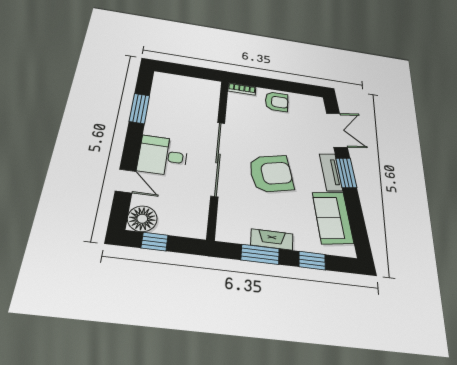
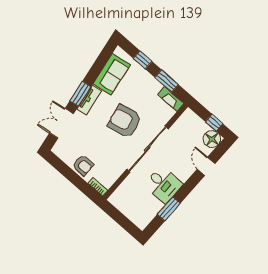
armchair: (277, 102) -> (83, 165), turned 180
desk: (163, 156) -> (163, 185), moved
fireplace: (272, 239) -> (171, 99), moved

